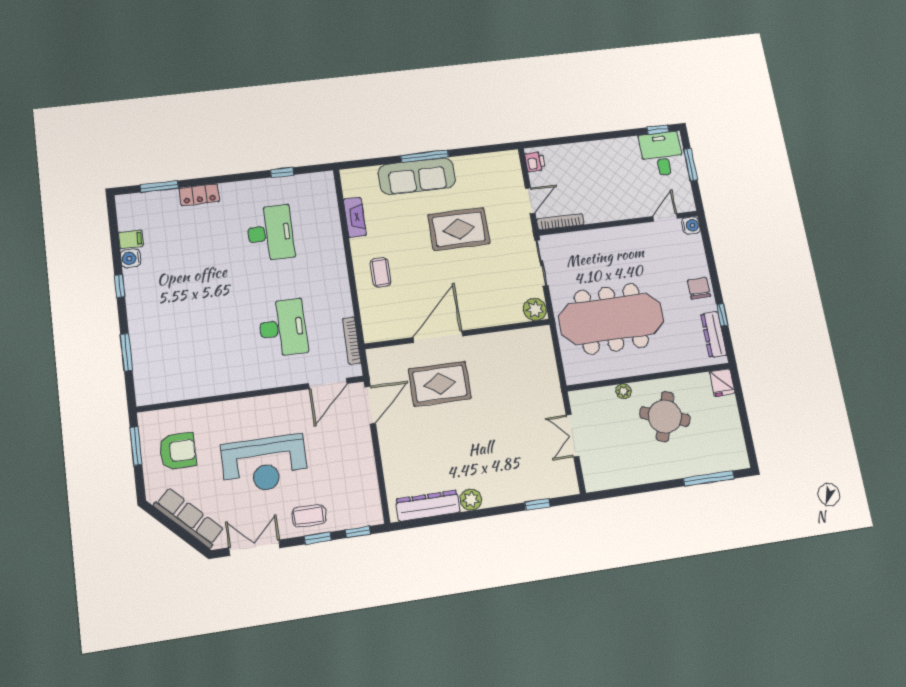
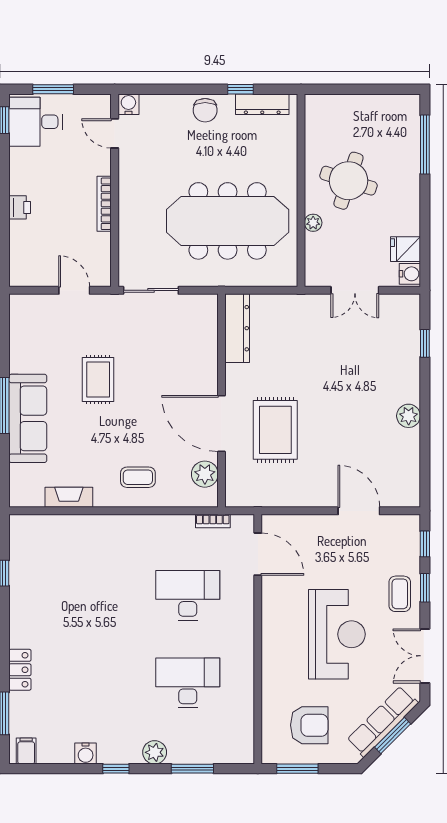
printer: (535, 162) -> (20, 207), moved, turned 90
bookcase: (560, 222) -> (104, 204), moved
rug: (459, 229) -> (98, 380), width x0.73, depth x0.70
desk: (270, 233) -> (188, 683), moved
filing cabinet: (131, 239) -> (26, 751), moved
chair: (699, 288) -> (205, 110), turned -90
plant: (535, 309) -> (205, 474), moved
plant: (138, 317) -> (155, 752), added
meeting table: (611, 319) -> (228, 221), turned 90
bookcase: (352, 341) -> (213, 521), width x0.64
fridge: (722, 383) -> (405, 249), moved, turned 180
door: (370, 405) -> (359, 511), moved
armchair: (178, 451) -> (309, 725), turned 90
water cooler: (596, 482) -> (410, 274), added
dresser: (428, 506) -> (237, 328), moved, turned 180
window: (176, 529) -> (393, 736), added

